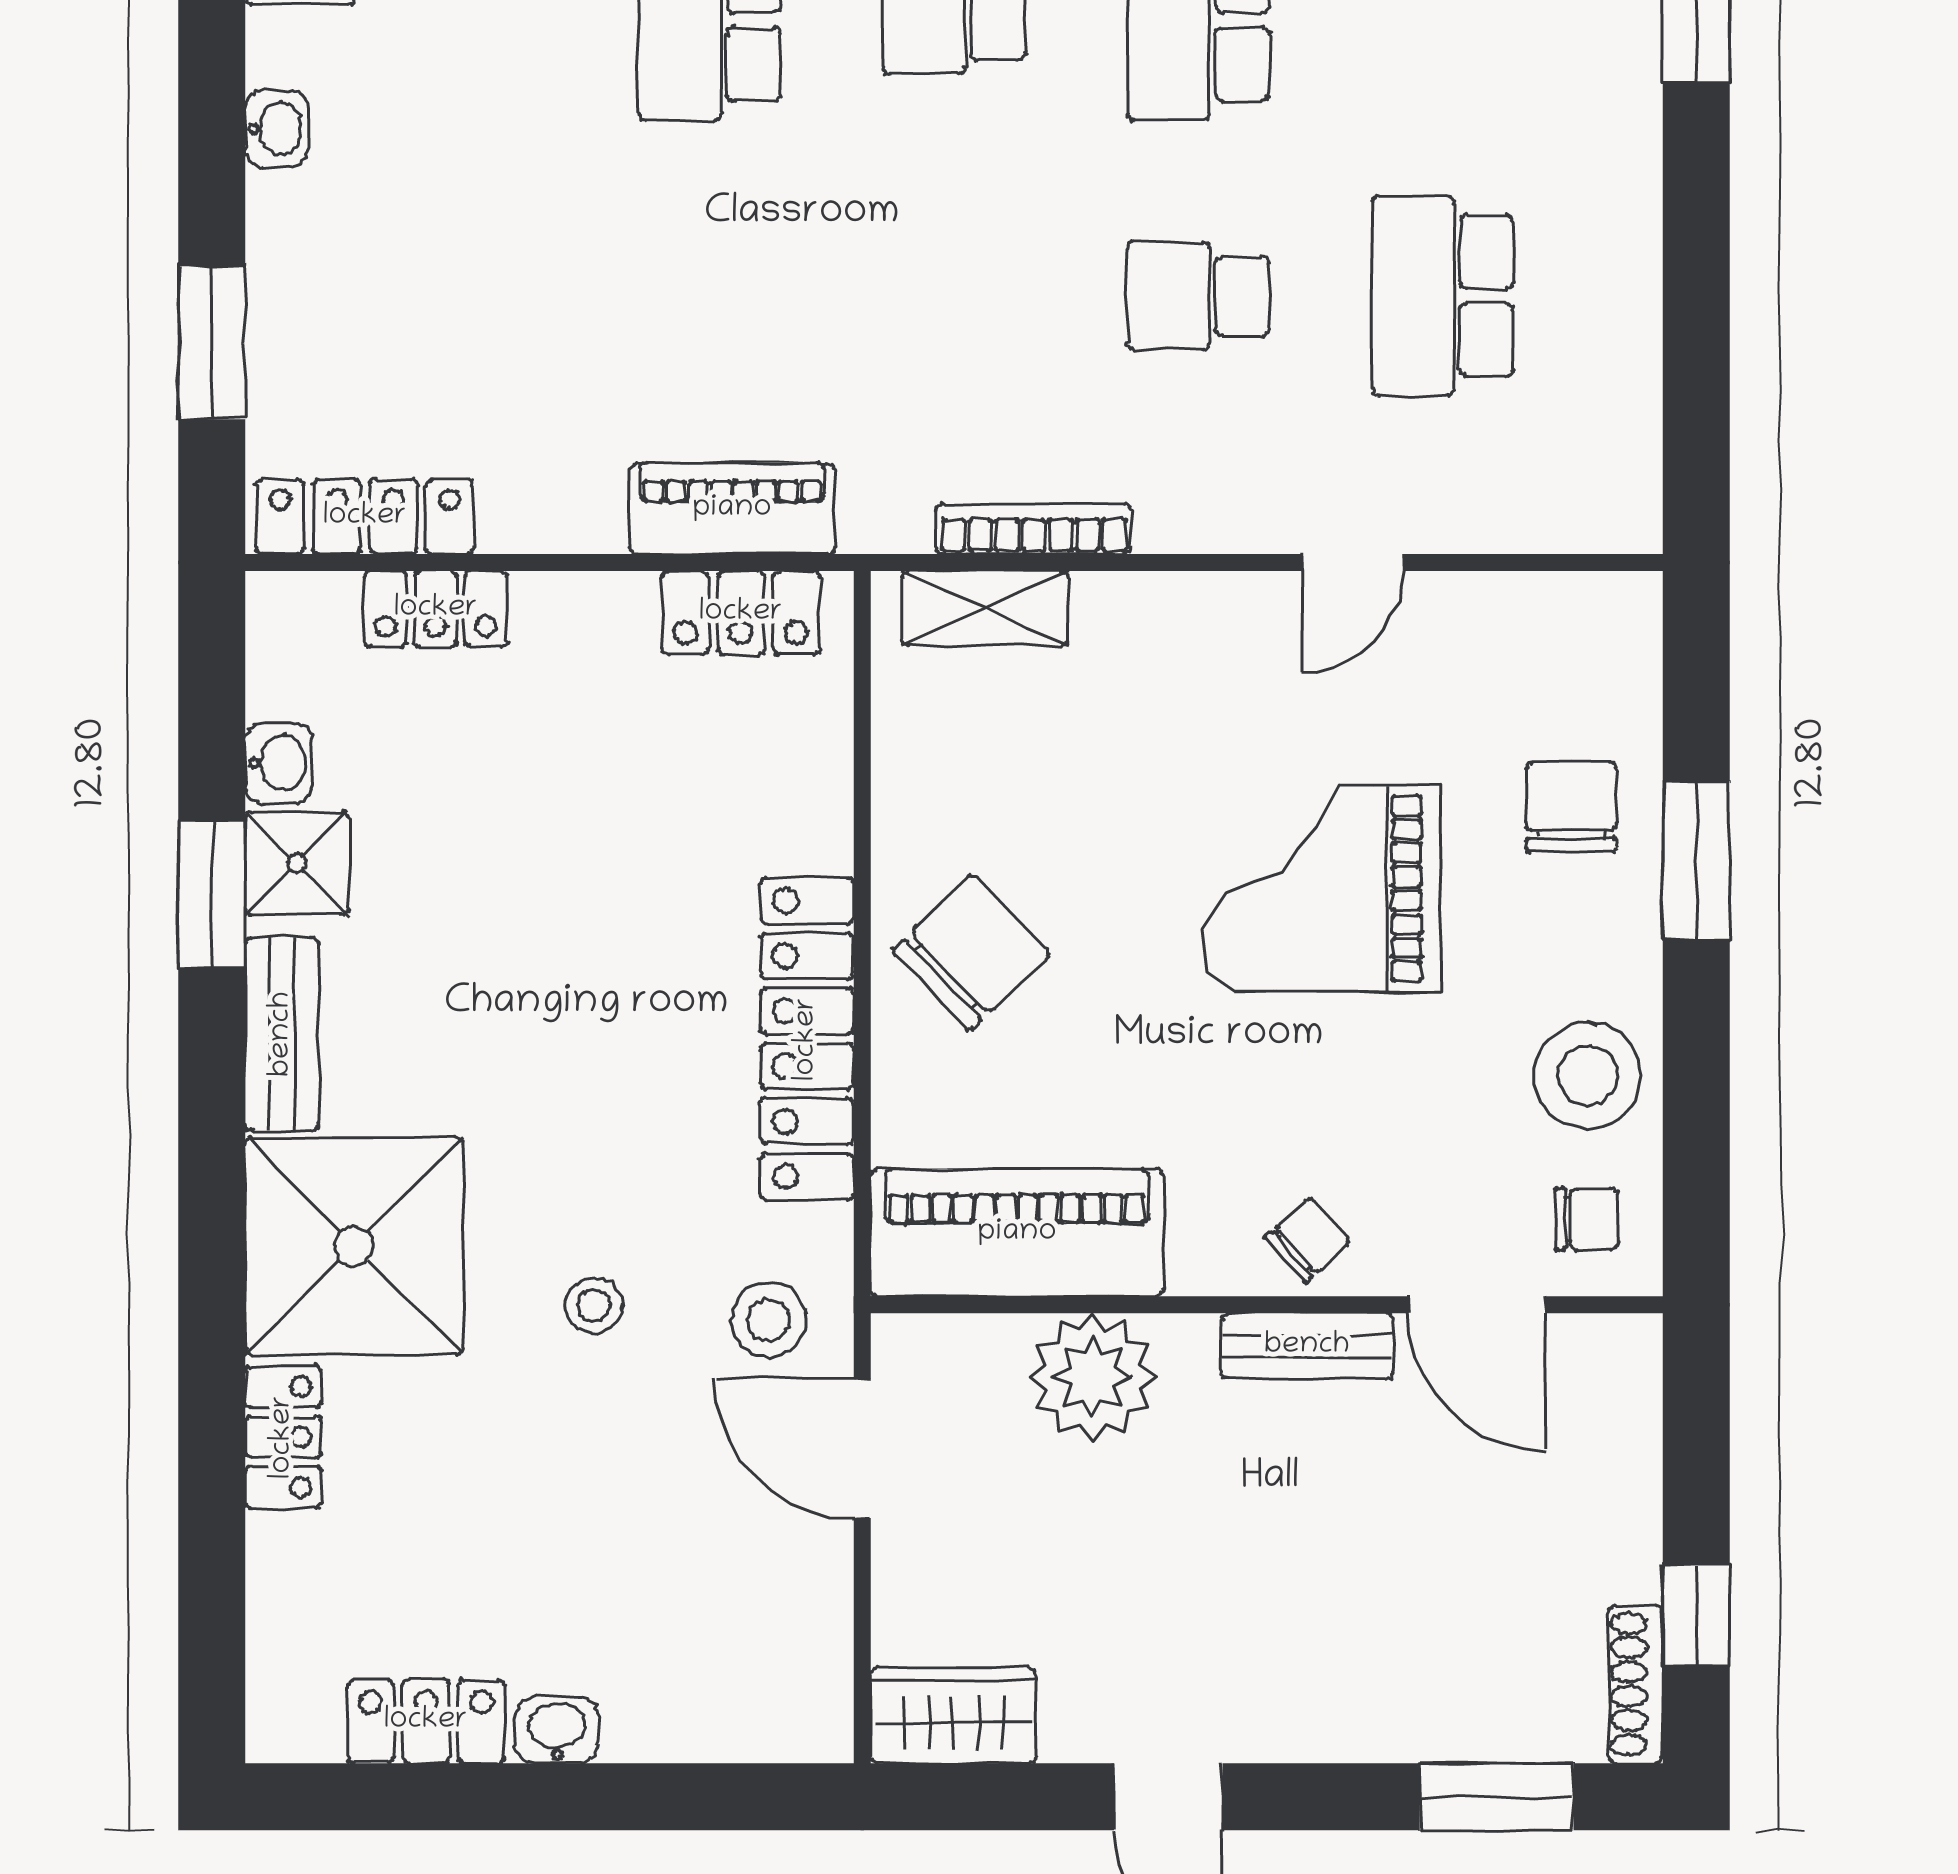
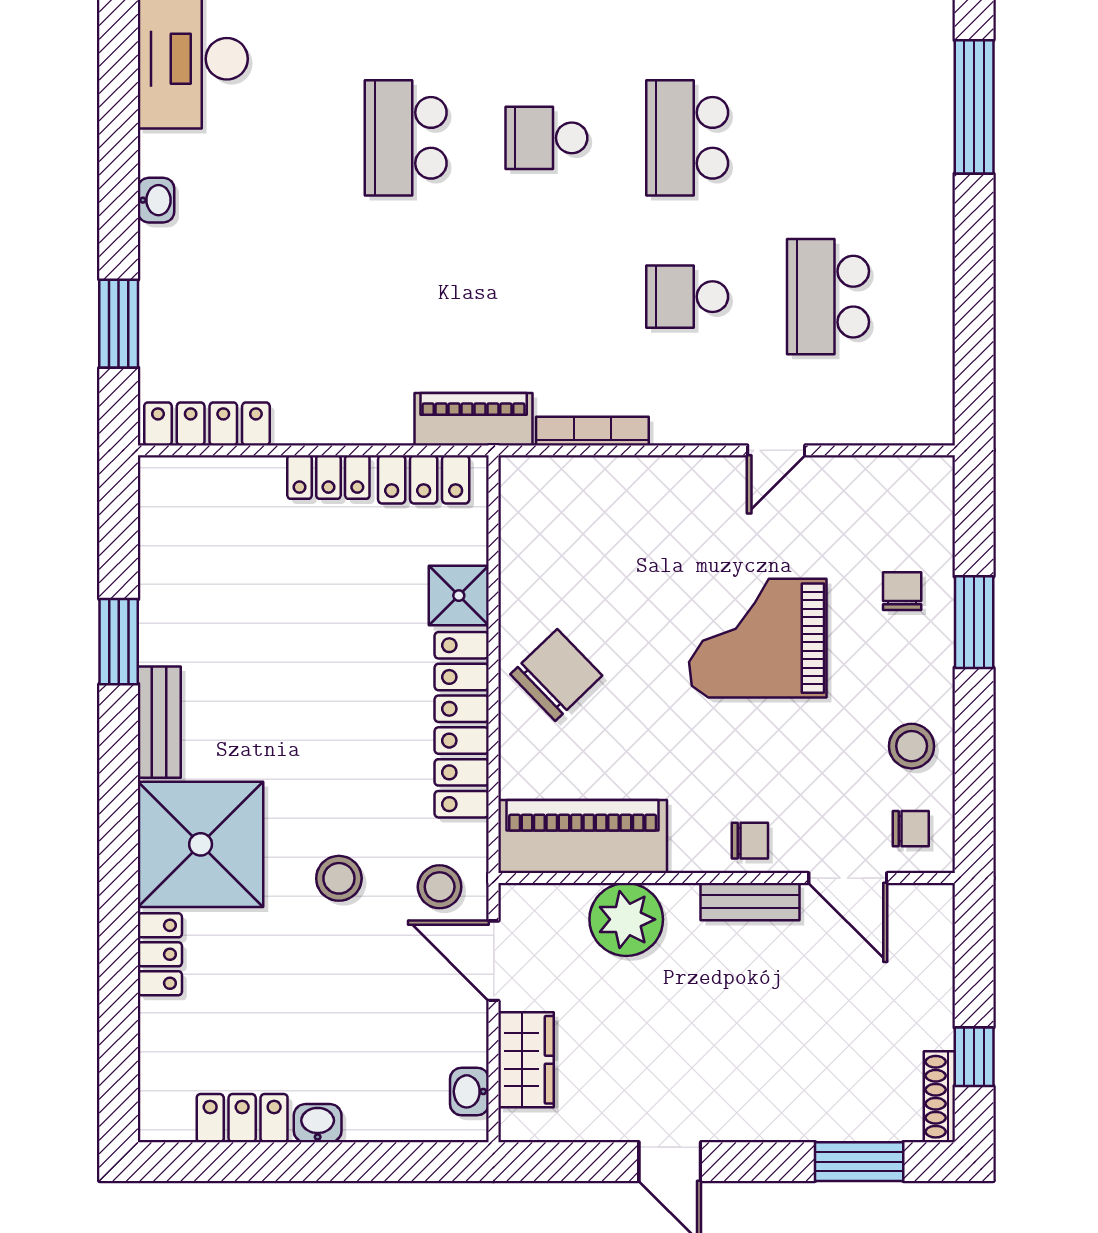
piano: (732, 509) -> (474, 419), moved
shelving: (985, 608) -> (564, 477), removed
locker: (436, 609) -> (328, 477), moved
washbasin: (279, 763) -> (469, 1091), moved, turned 180
chair: (1571, 807) -> (902, 591), width x0.73, depth x0.73
shower: (297, 863) -> (459, 596), moved
stool: (1588, 1076) -> (912, 746), width x0.73, depth x0.73
chair: (1307, 1240) -> (750, 841), turned 42
stool: (594, 1305) -> (339, 878), width x1.37, depth x1.37
wardrobe: (953, 1715) -> (526, 1060), moved, turned 90

